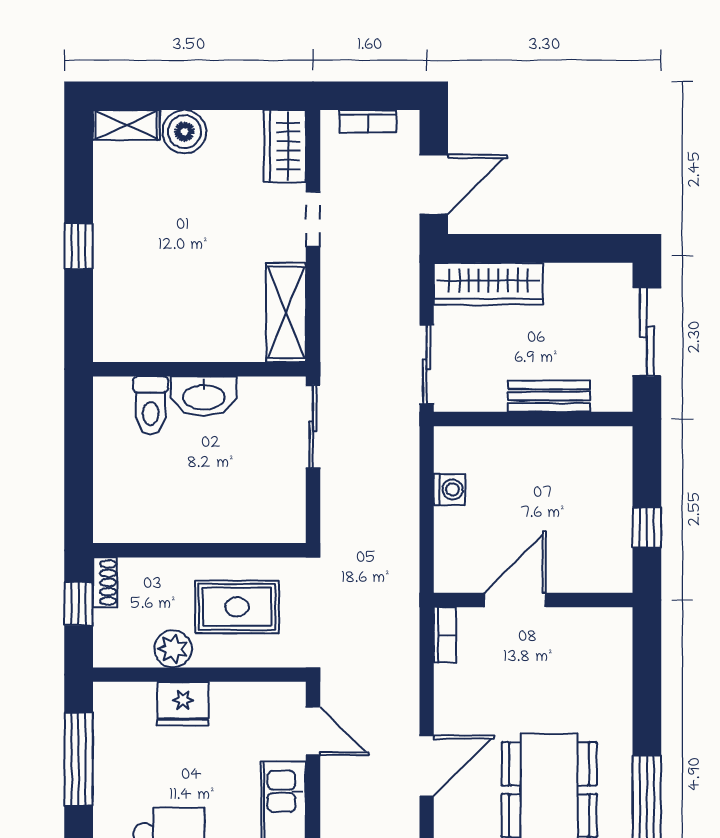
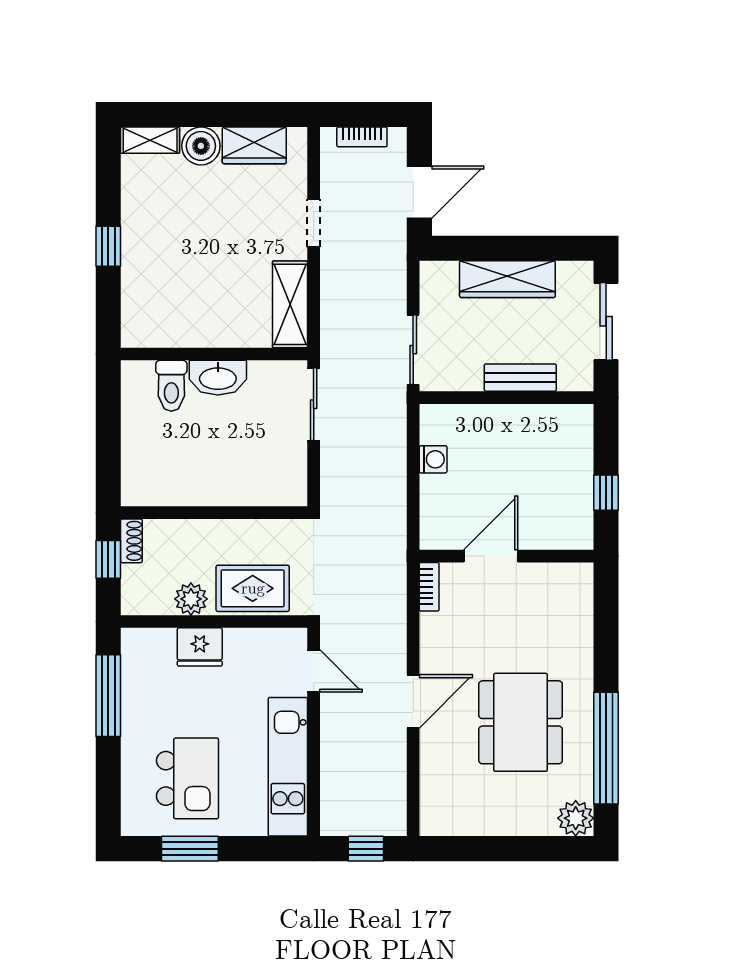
wardrobe: (285, 146) -> (254, 145), moved, turned -90
wardrobe: (488, 284) -> (507, 279), moved
rug: (237, 607) -> (253, 588), moved

